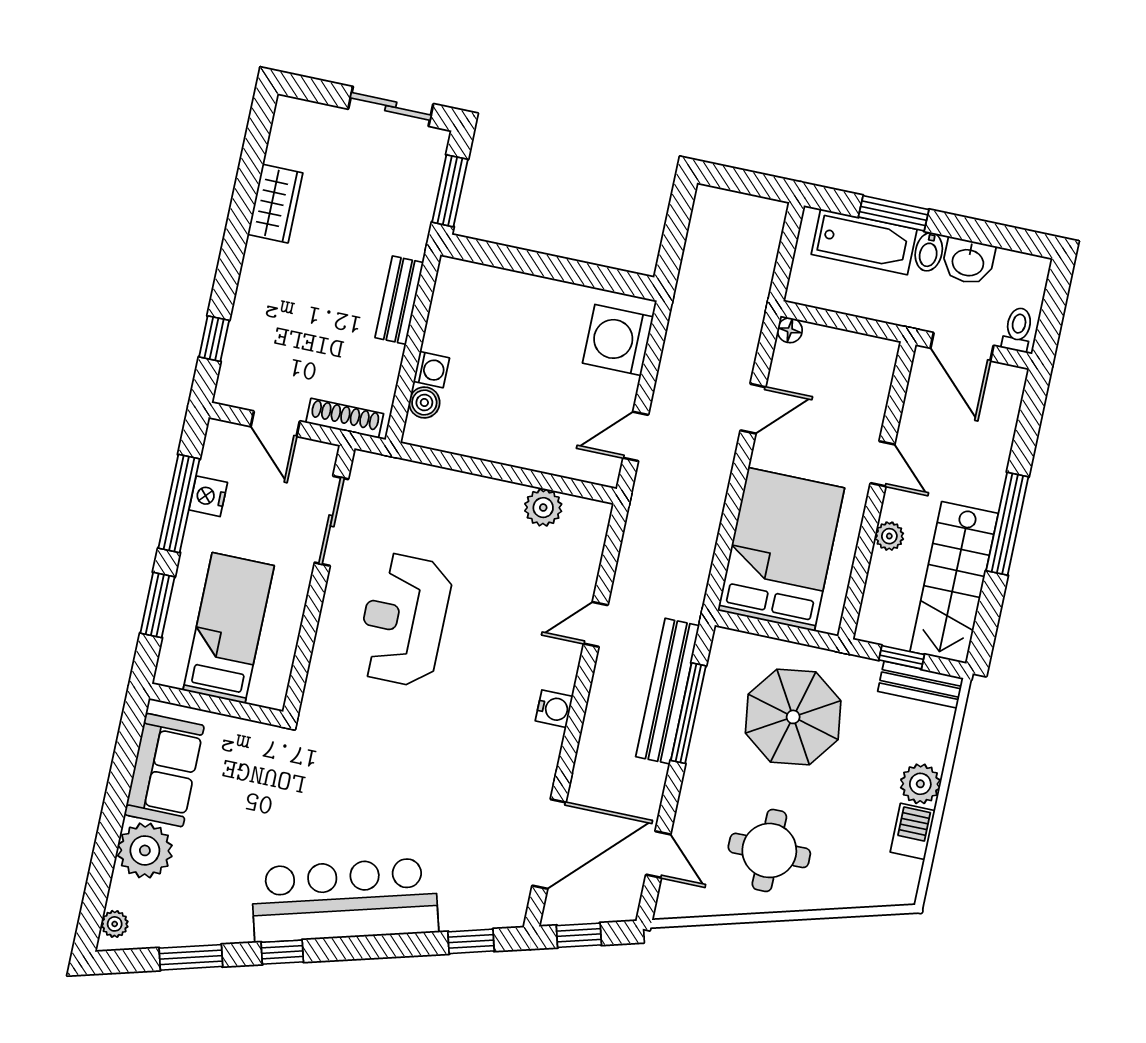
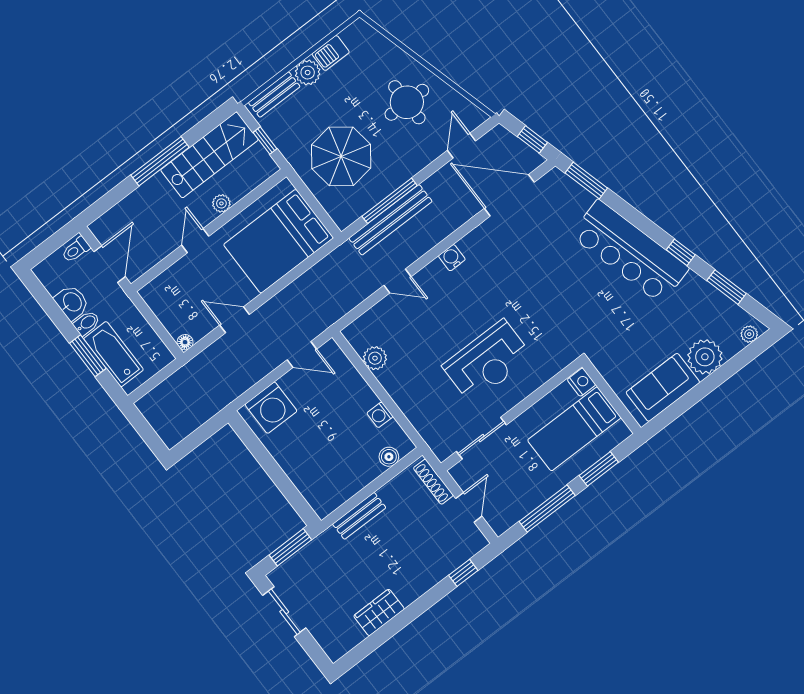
washing machine: (431, 370) -> (380, 415), moved, turned -90
nightstand: (208, 496) -> (581, 382), moved, turned -90
bench: (921, 685) -> (274, 95), moved, turned 90
window: (471, 941) -> (586, 180), width x1.50

